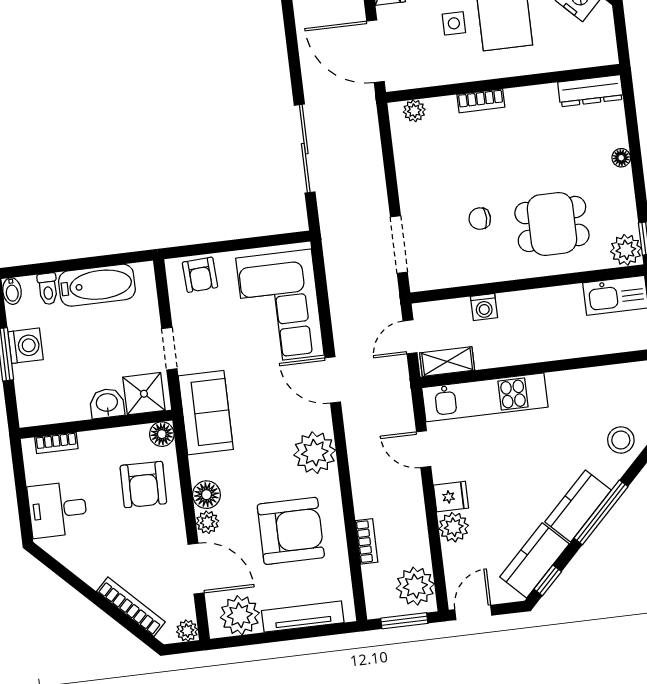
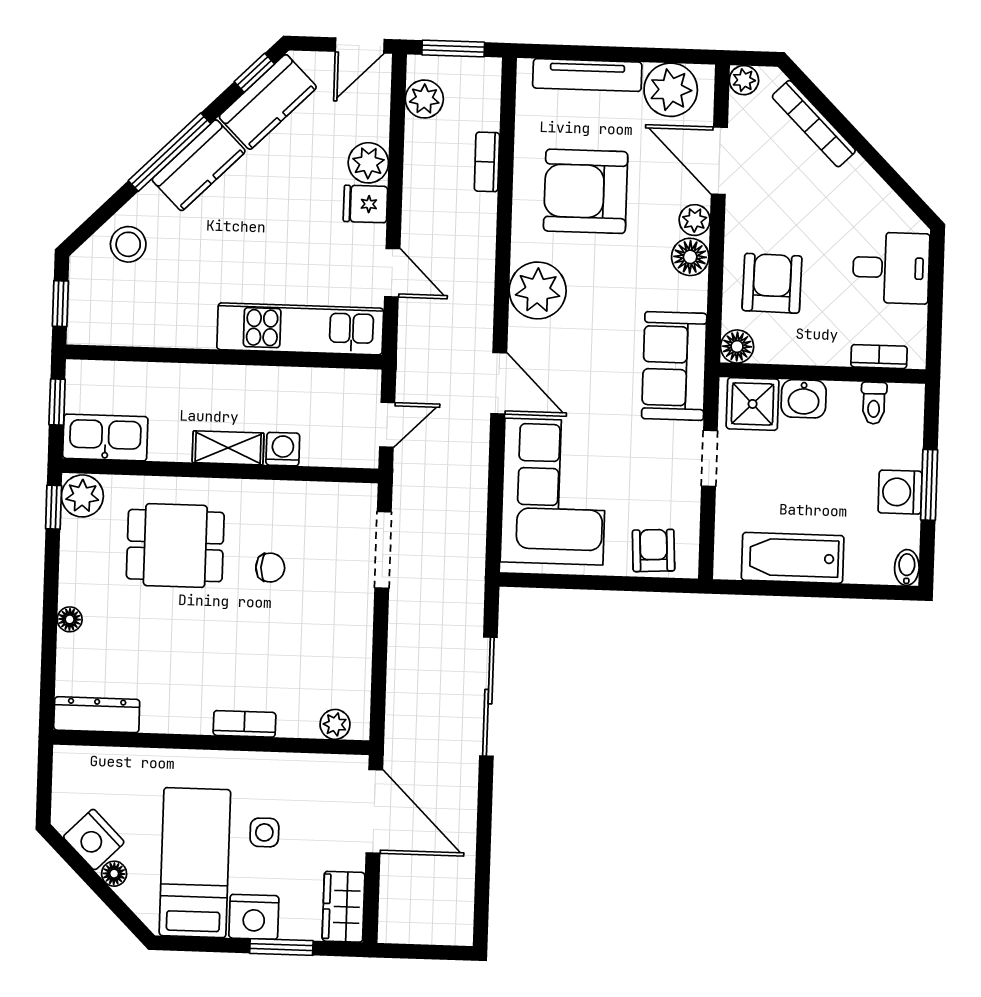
toilet: (48, 289) -> (874, 403), moved, turned 180
shelving: (447, 362) -> (228, 448), moved
plant: (415, 586) -> (424, 99), width x0.73, depth x0.73

